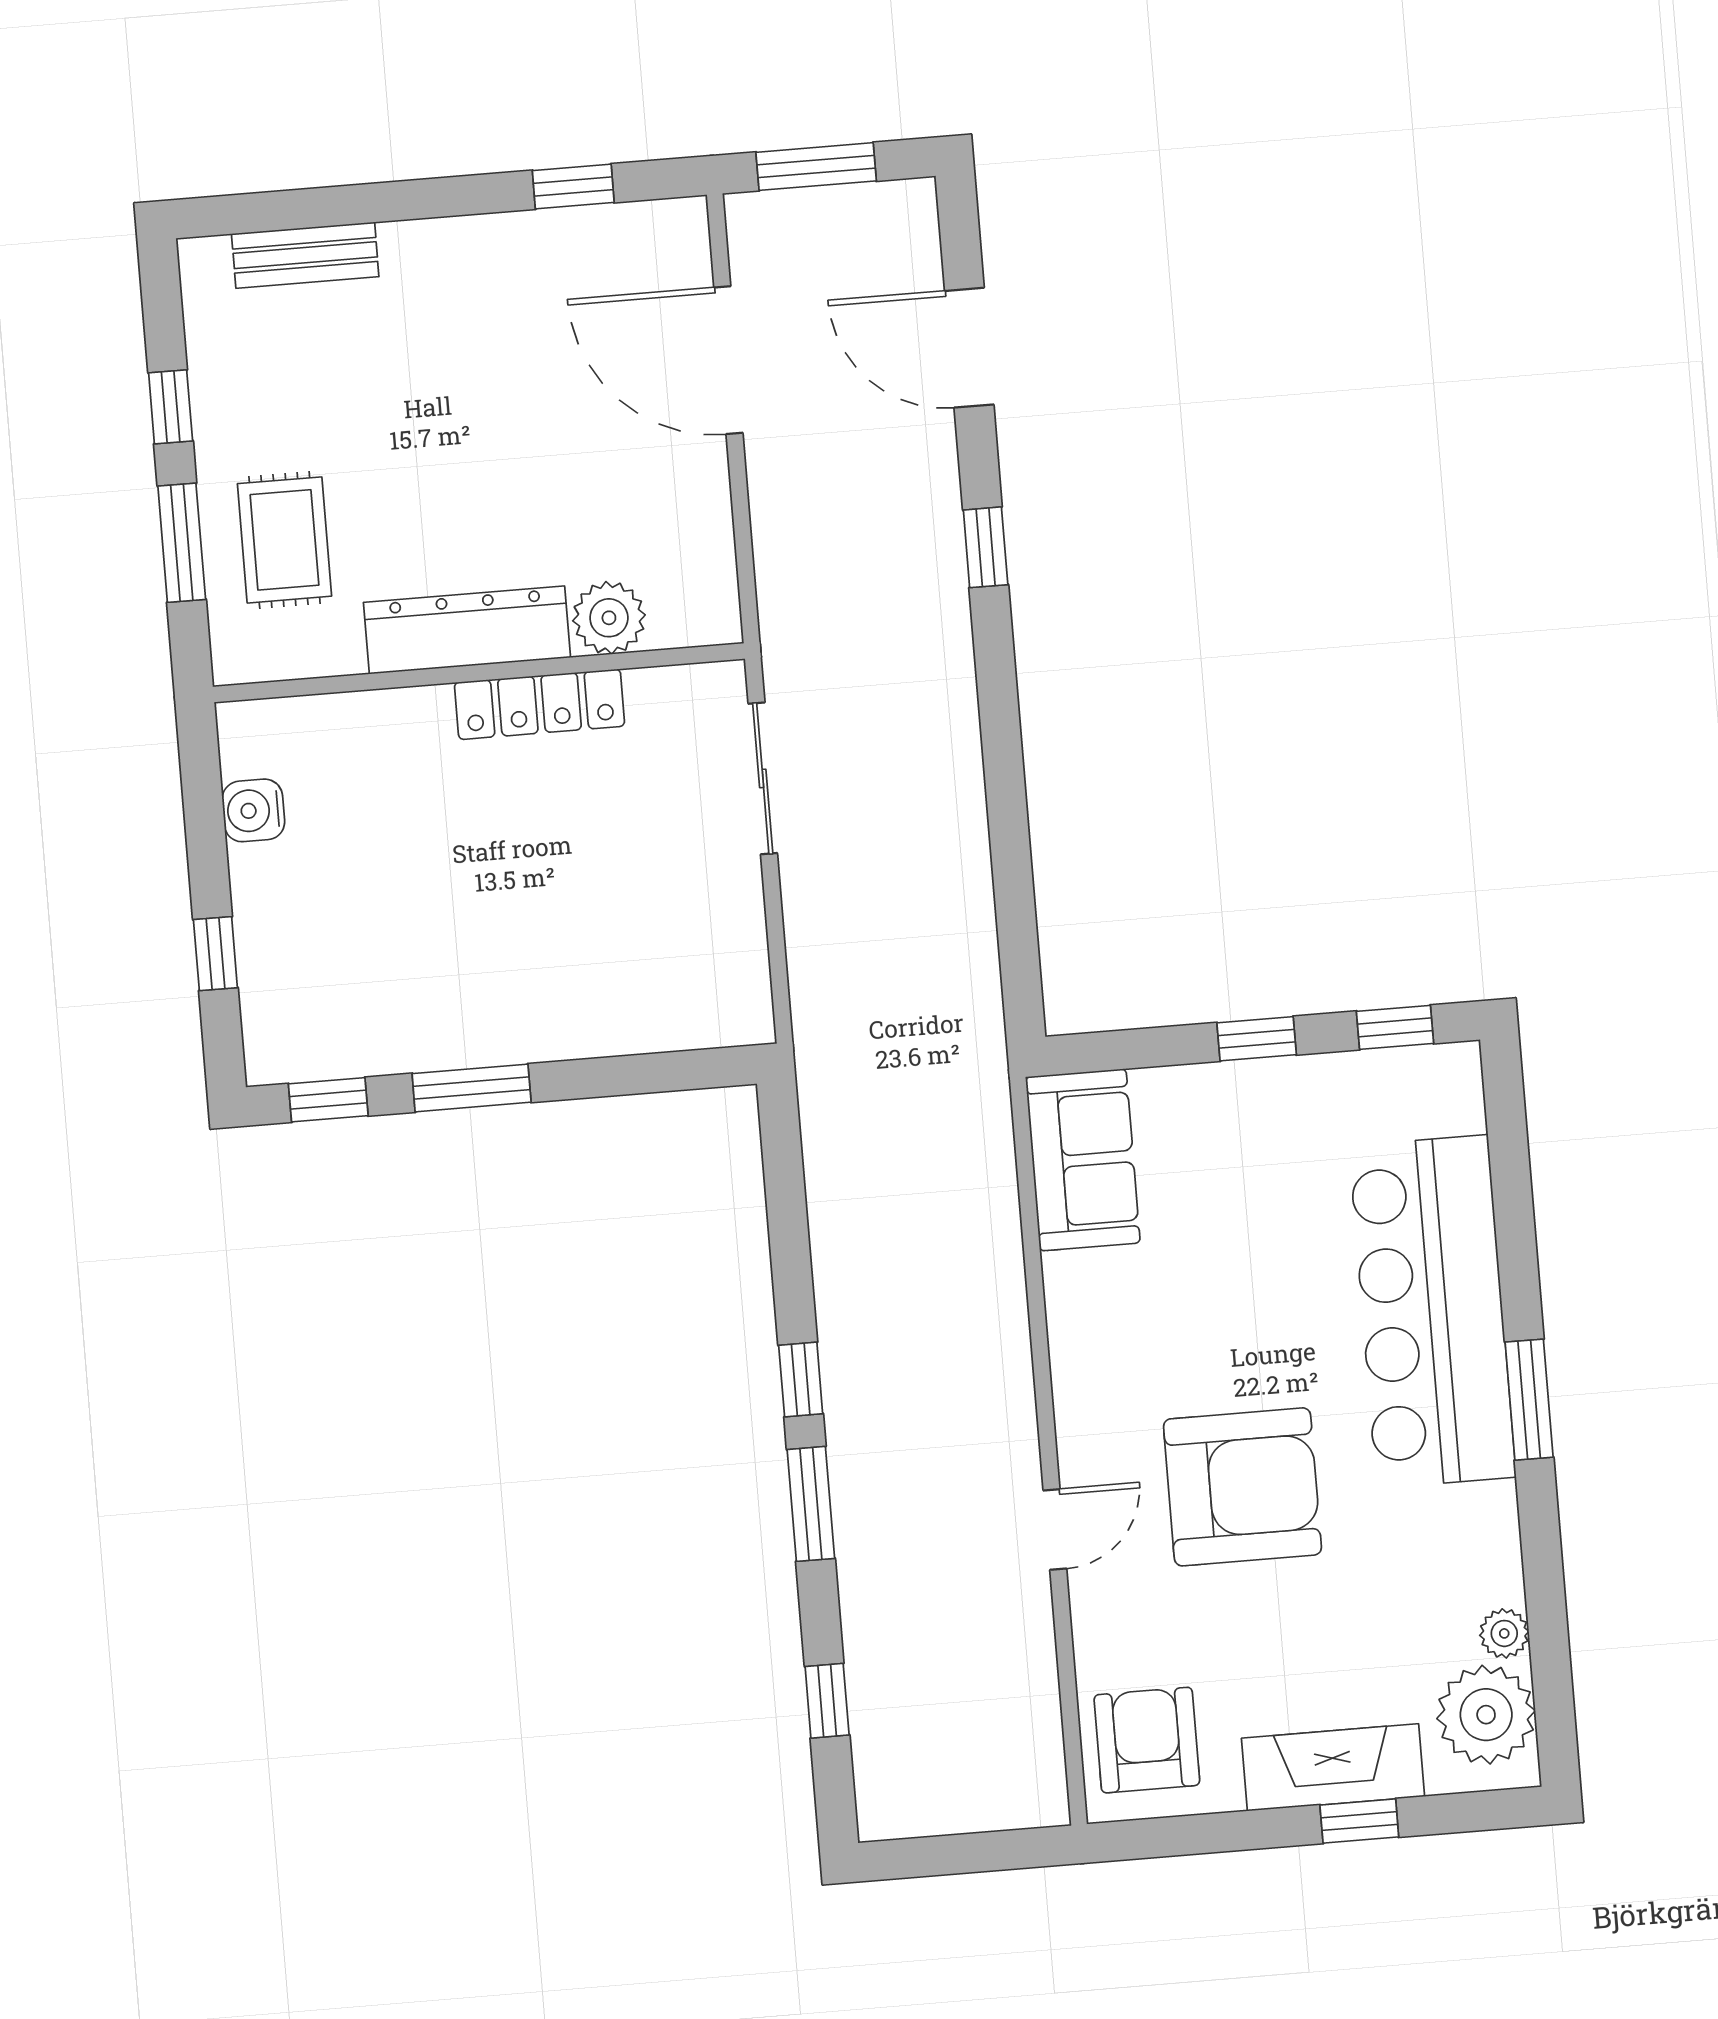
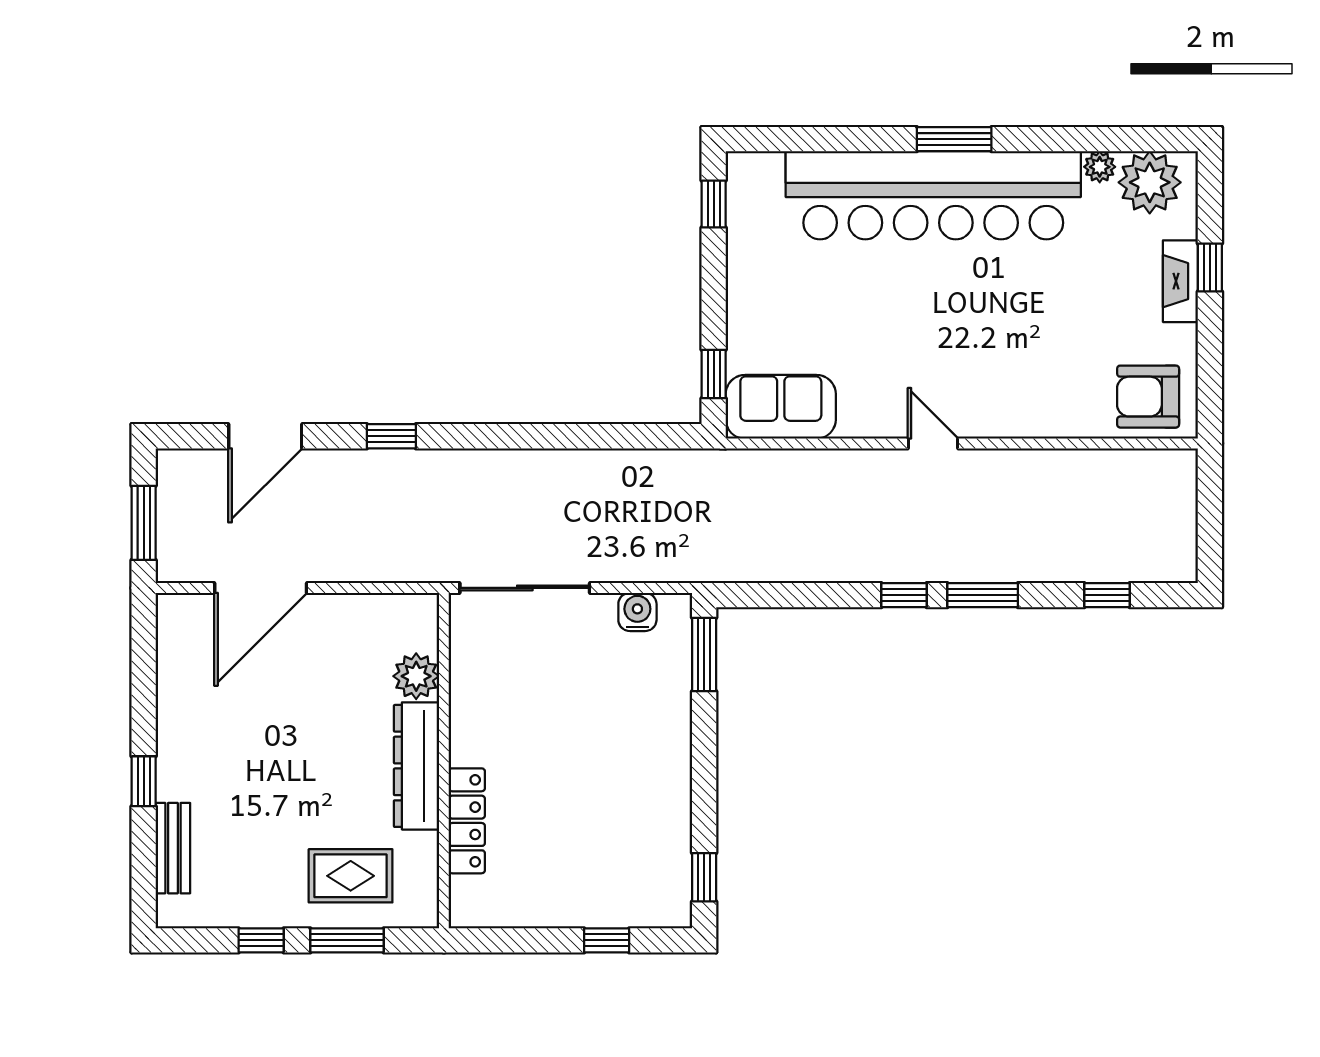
window: (573, 186) -> (144, 781), moved
locker: (540, 704) -> (467, 821), moved
sliding door: (763, 778) -> (525, 588), width x1.37
water cooler: (253, 810) -> (637, 612), moved, turned 180
window: (1257, 1039) -> (714, 374), moved
window: (472, 1088) -> (704, 655), moved
bar counter: (1432, 1311) -> (933, 195), width x1.36
armchair: (1242, 1487) -> (994, 323), removed
door: (1055, 1530) -> (933, 443), moved
fireplace: (1333, 1767) -> (1180, 281), width x0.73, depth x0.76

